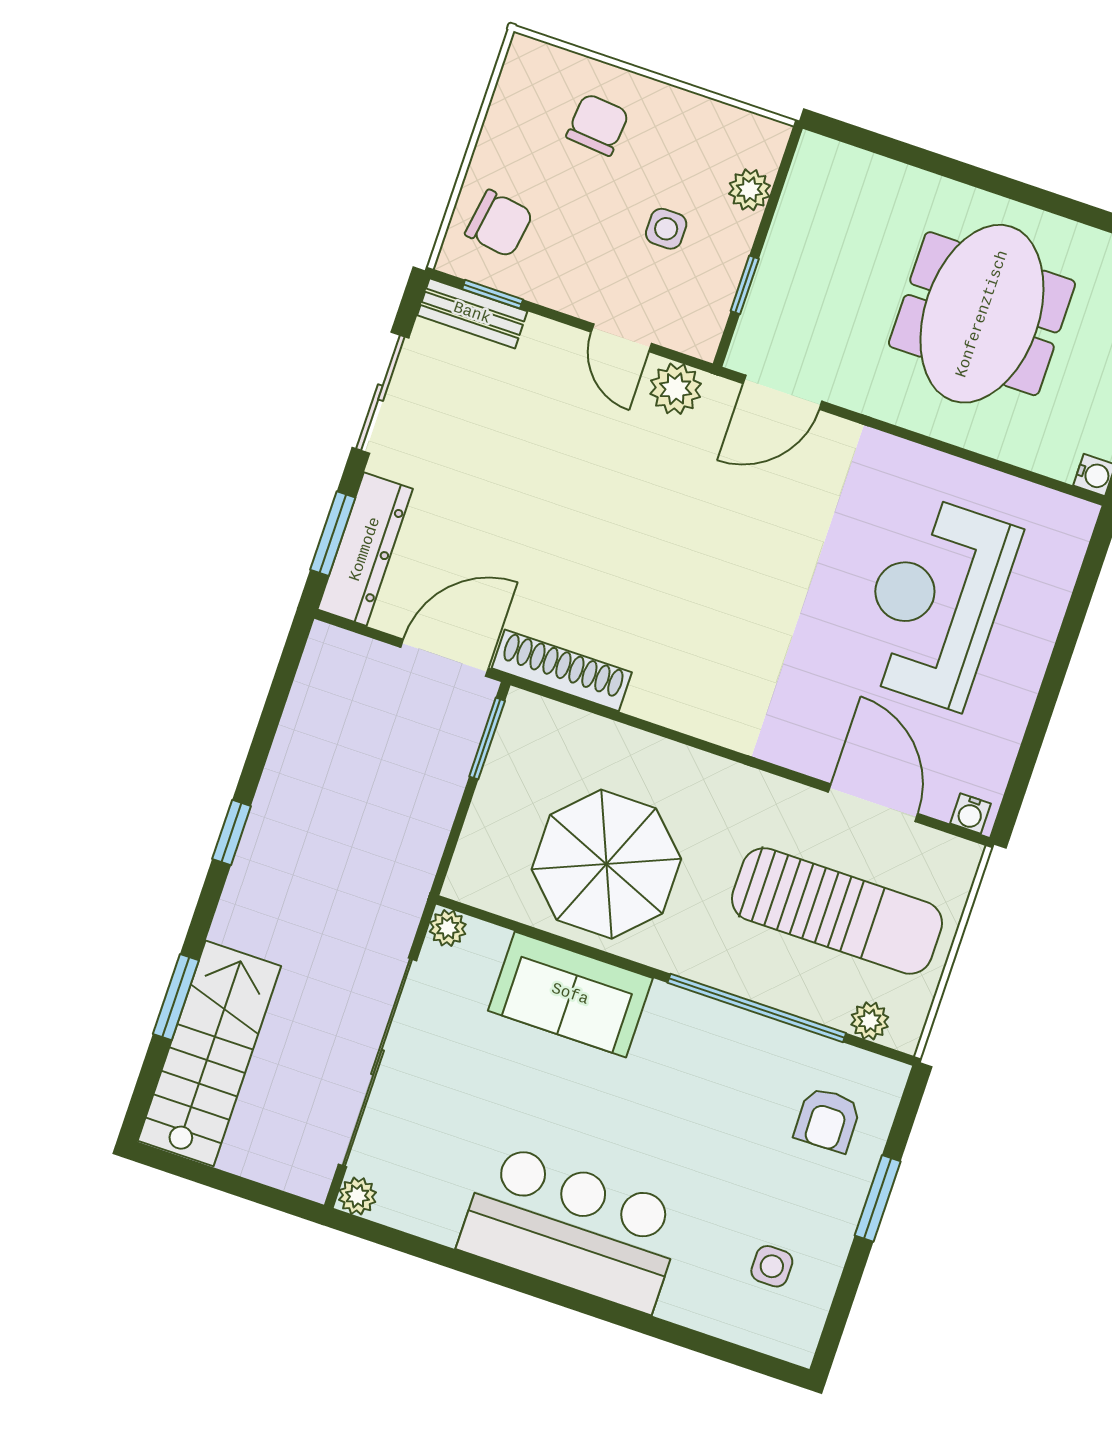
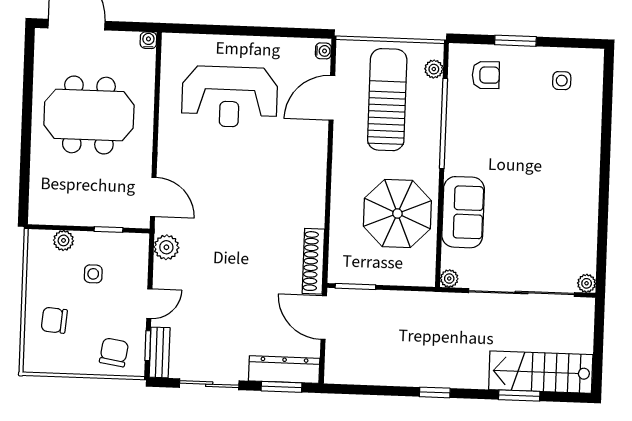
door: (621, 338) -> (149, 304), moved
bar counter: (572, 1228) -> (572, 179), removed

